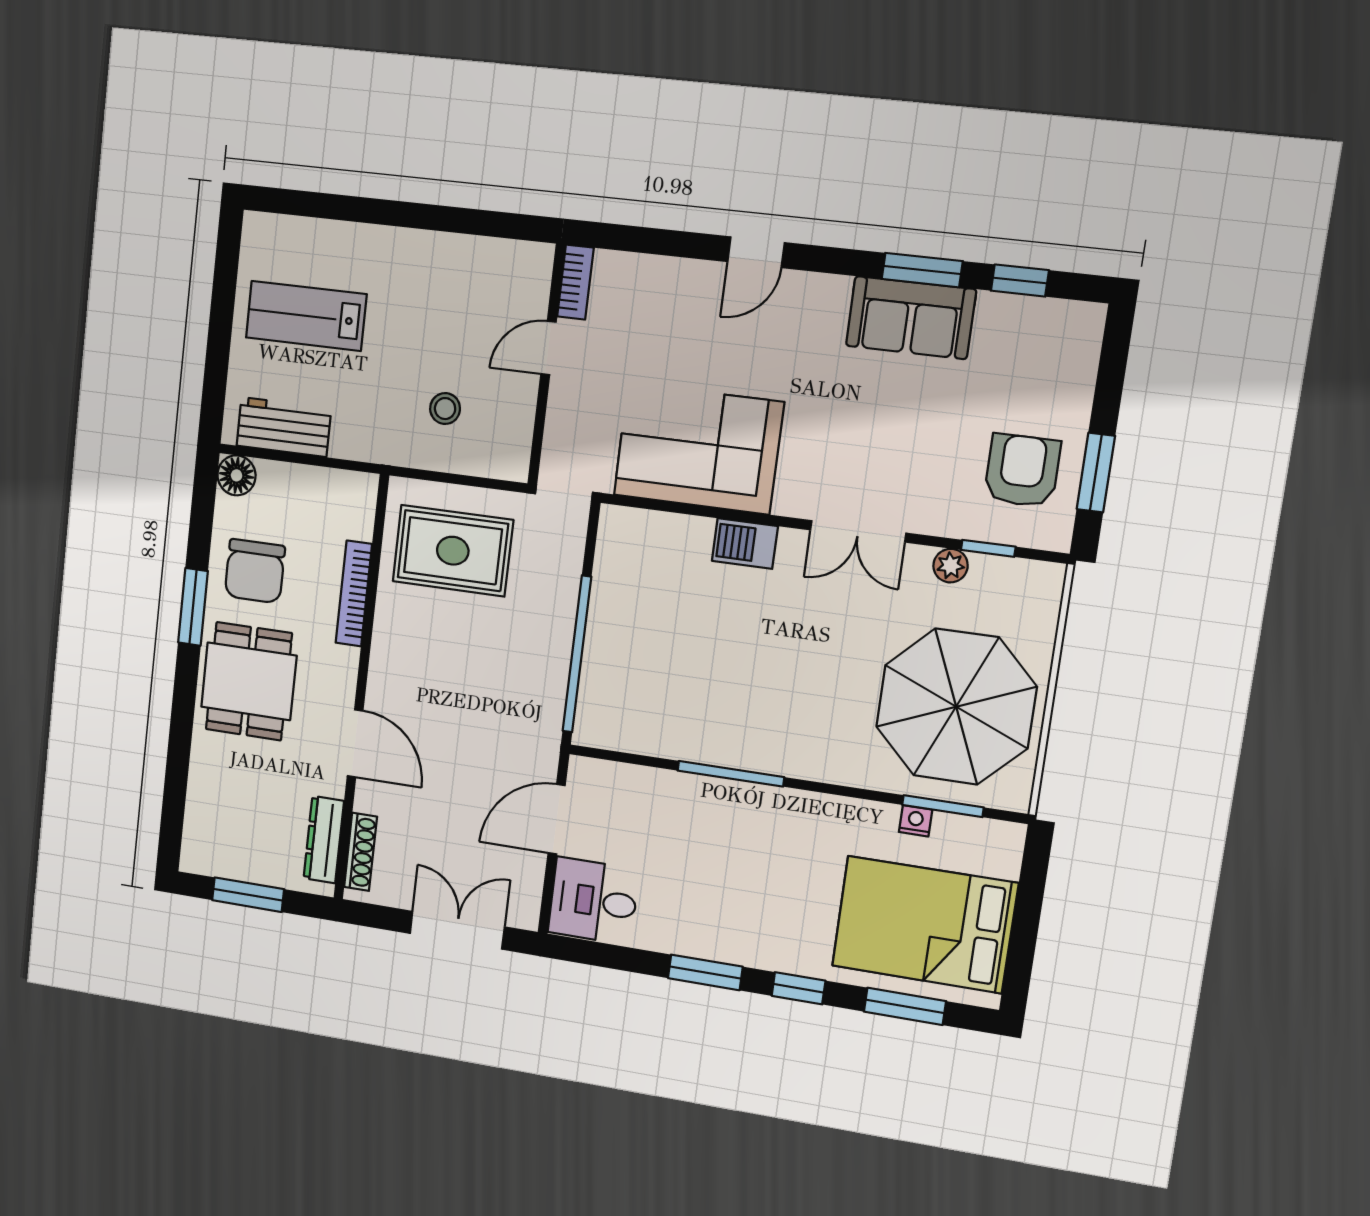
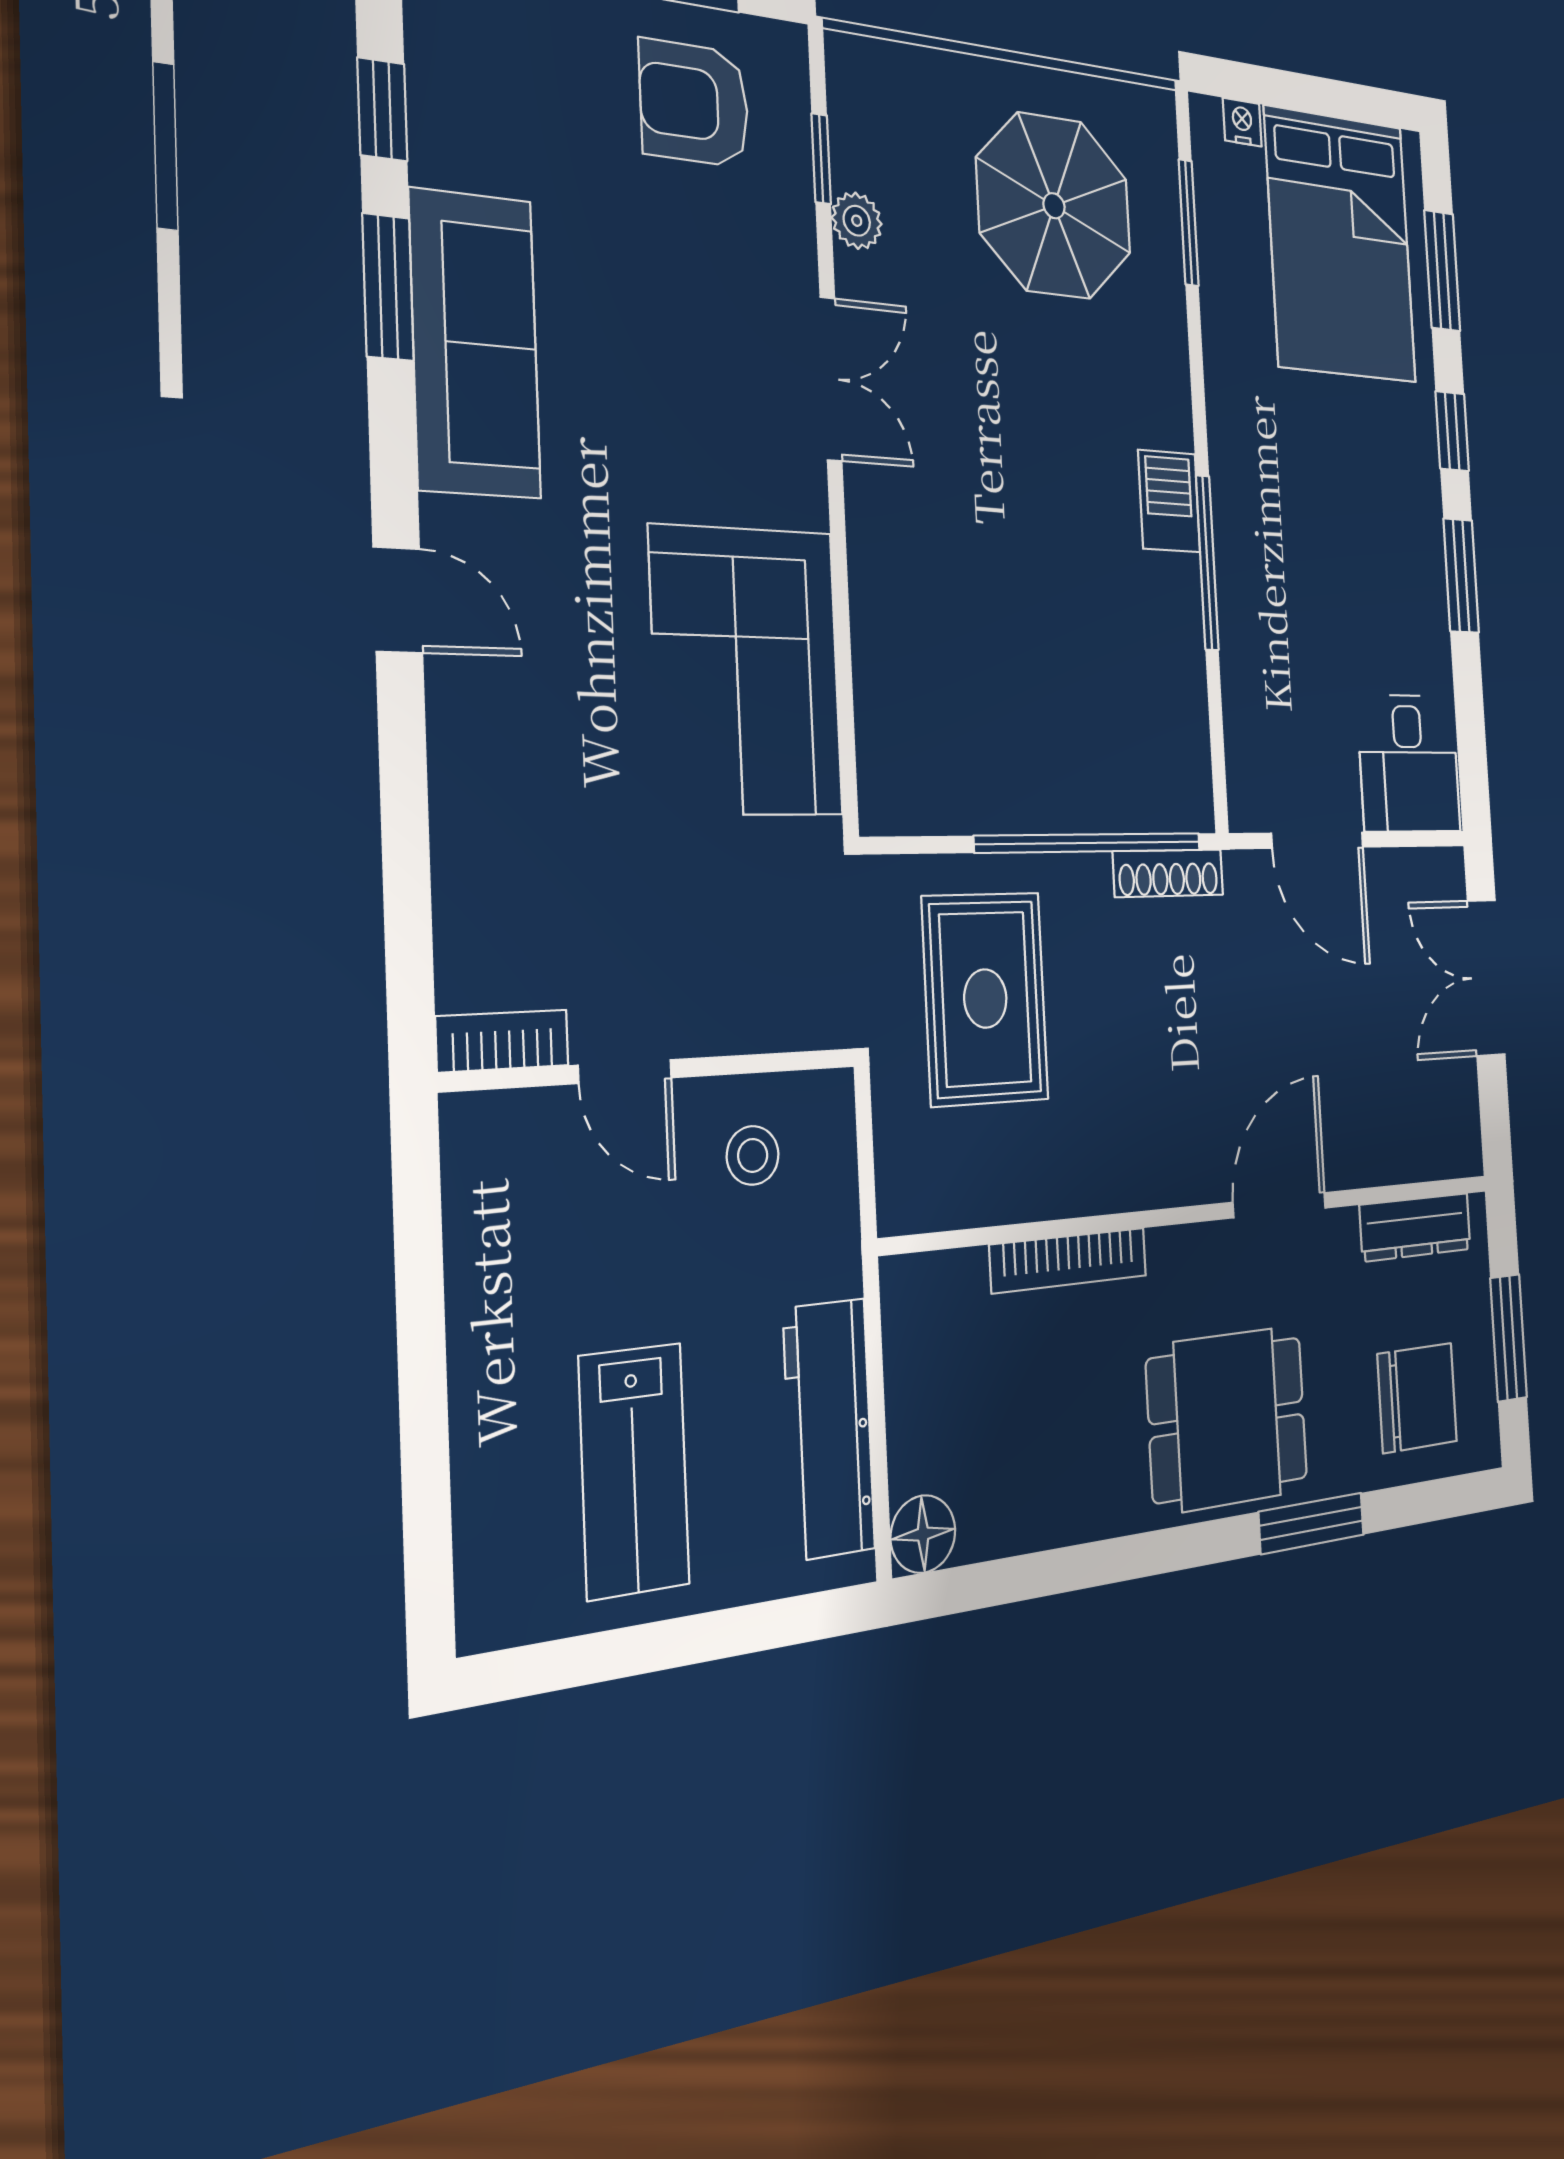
bookcase: (575, 282) -> (502, 1041), moved
sofa: (911, 318) -> (475, 344), width x1.36
door: (548, 348) -> (625, 1072), moved
wall: (546, 365) -> (655, 1070), moved
workbench: (284, 427) -> (829, 1429), width x1.38
barbecue: (745, 544) -> (1169, 501), moved, turned 180
rug: (453, 551) -> (985, 999), moved
chair: (255, 571) -> (1417, 1398), moved
window: (193, 607) -> (1312, 1523), moved
parasol: (956, 707) -> (1054, 206), width x0.73, depth x0.73
nightstand: (916, 821) -> (1242, 122), moved, turned 90
shoe rack: (361, 852) -> (1168, 873), moved, turned 180

